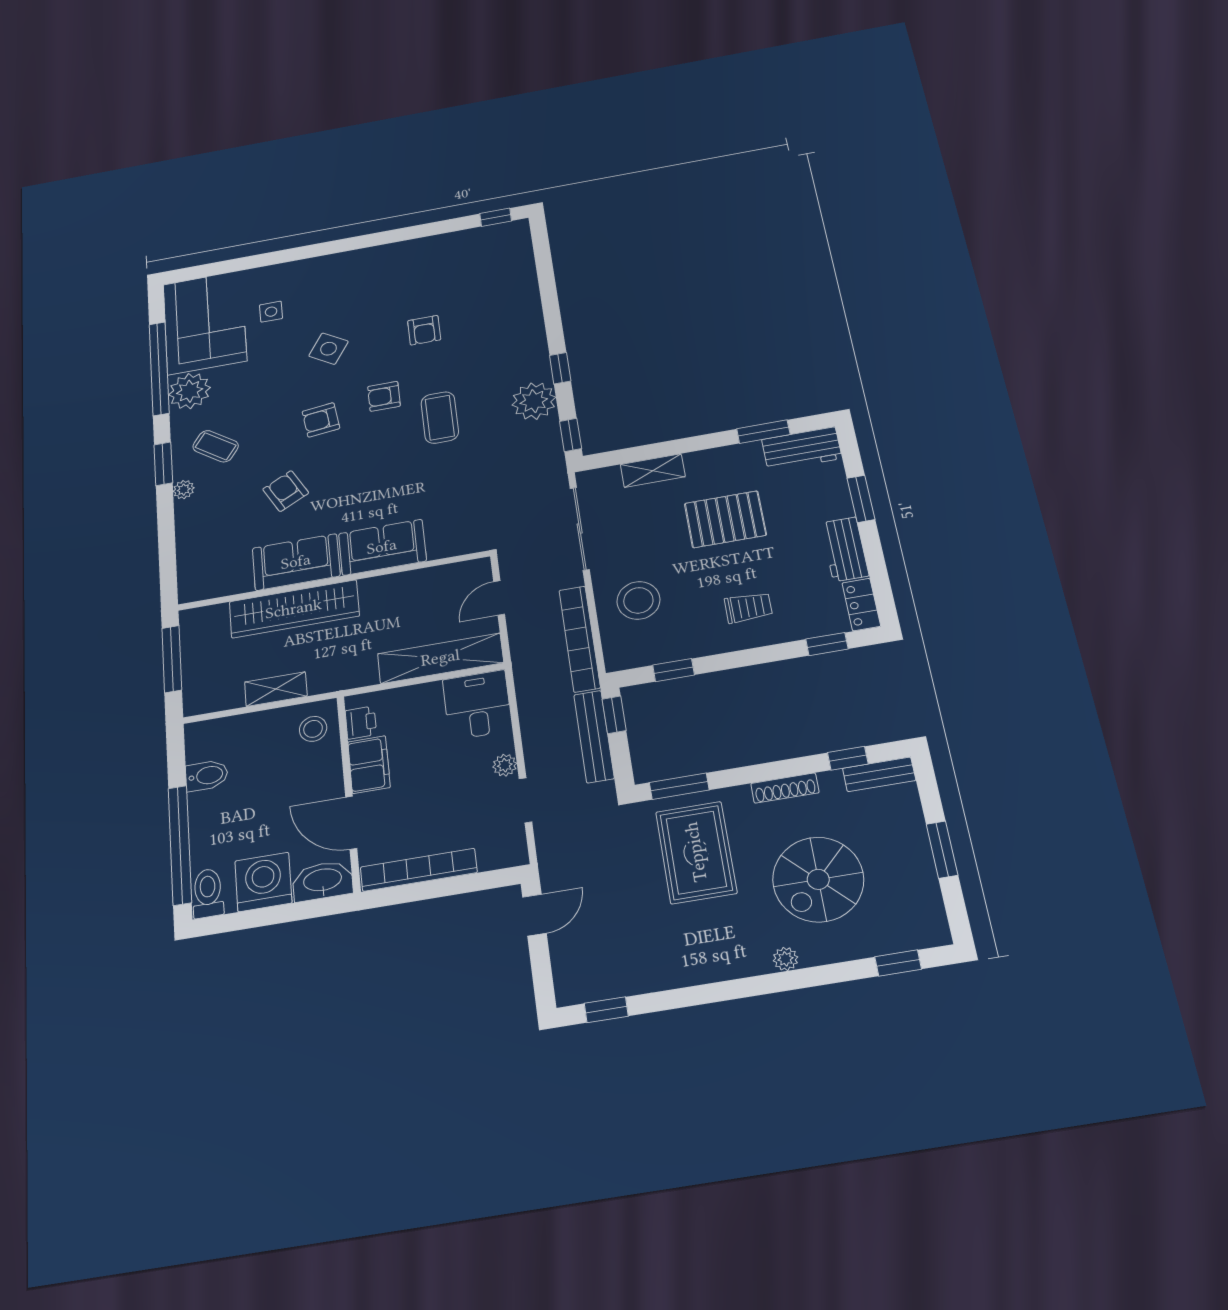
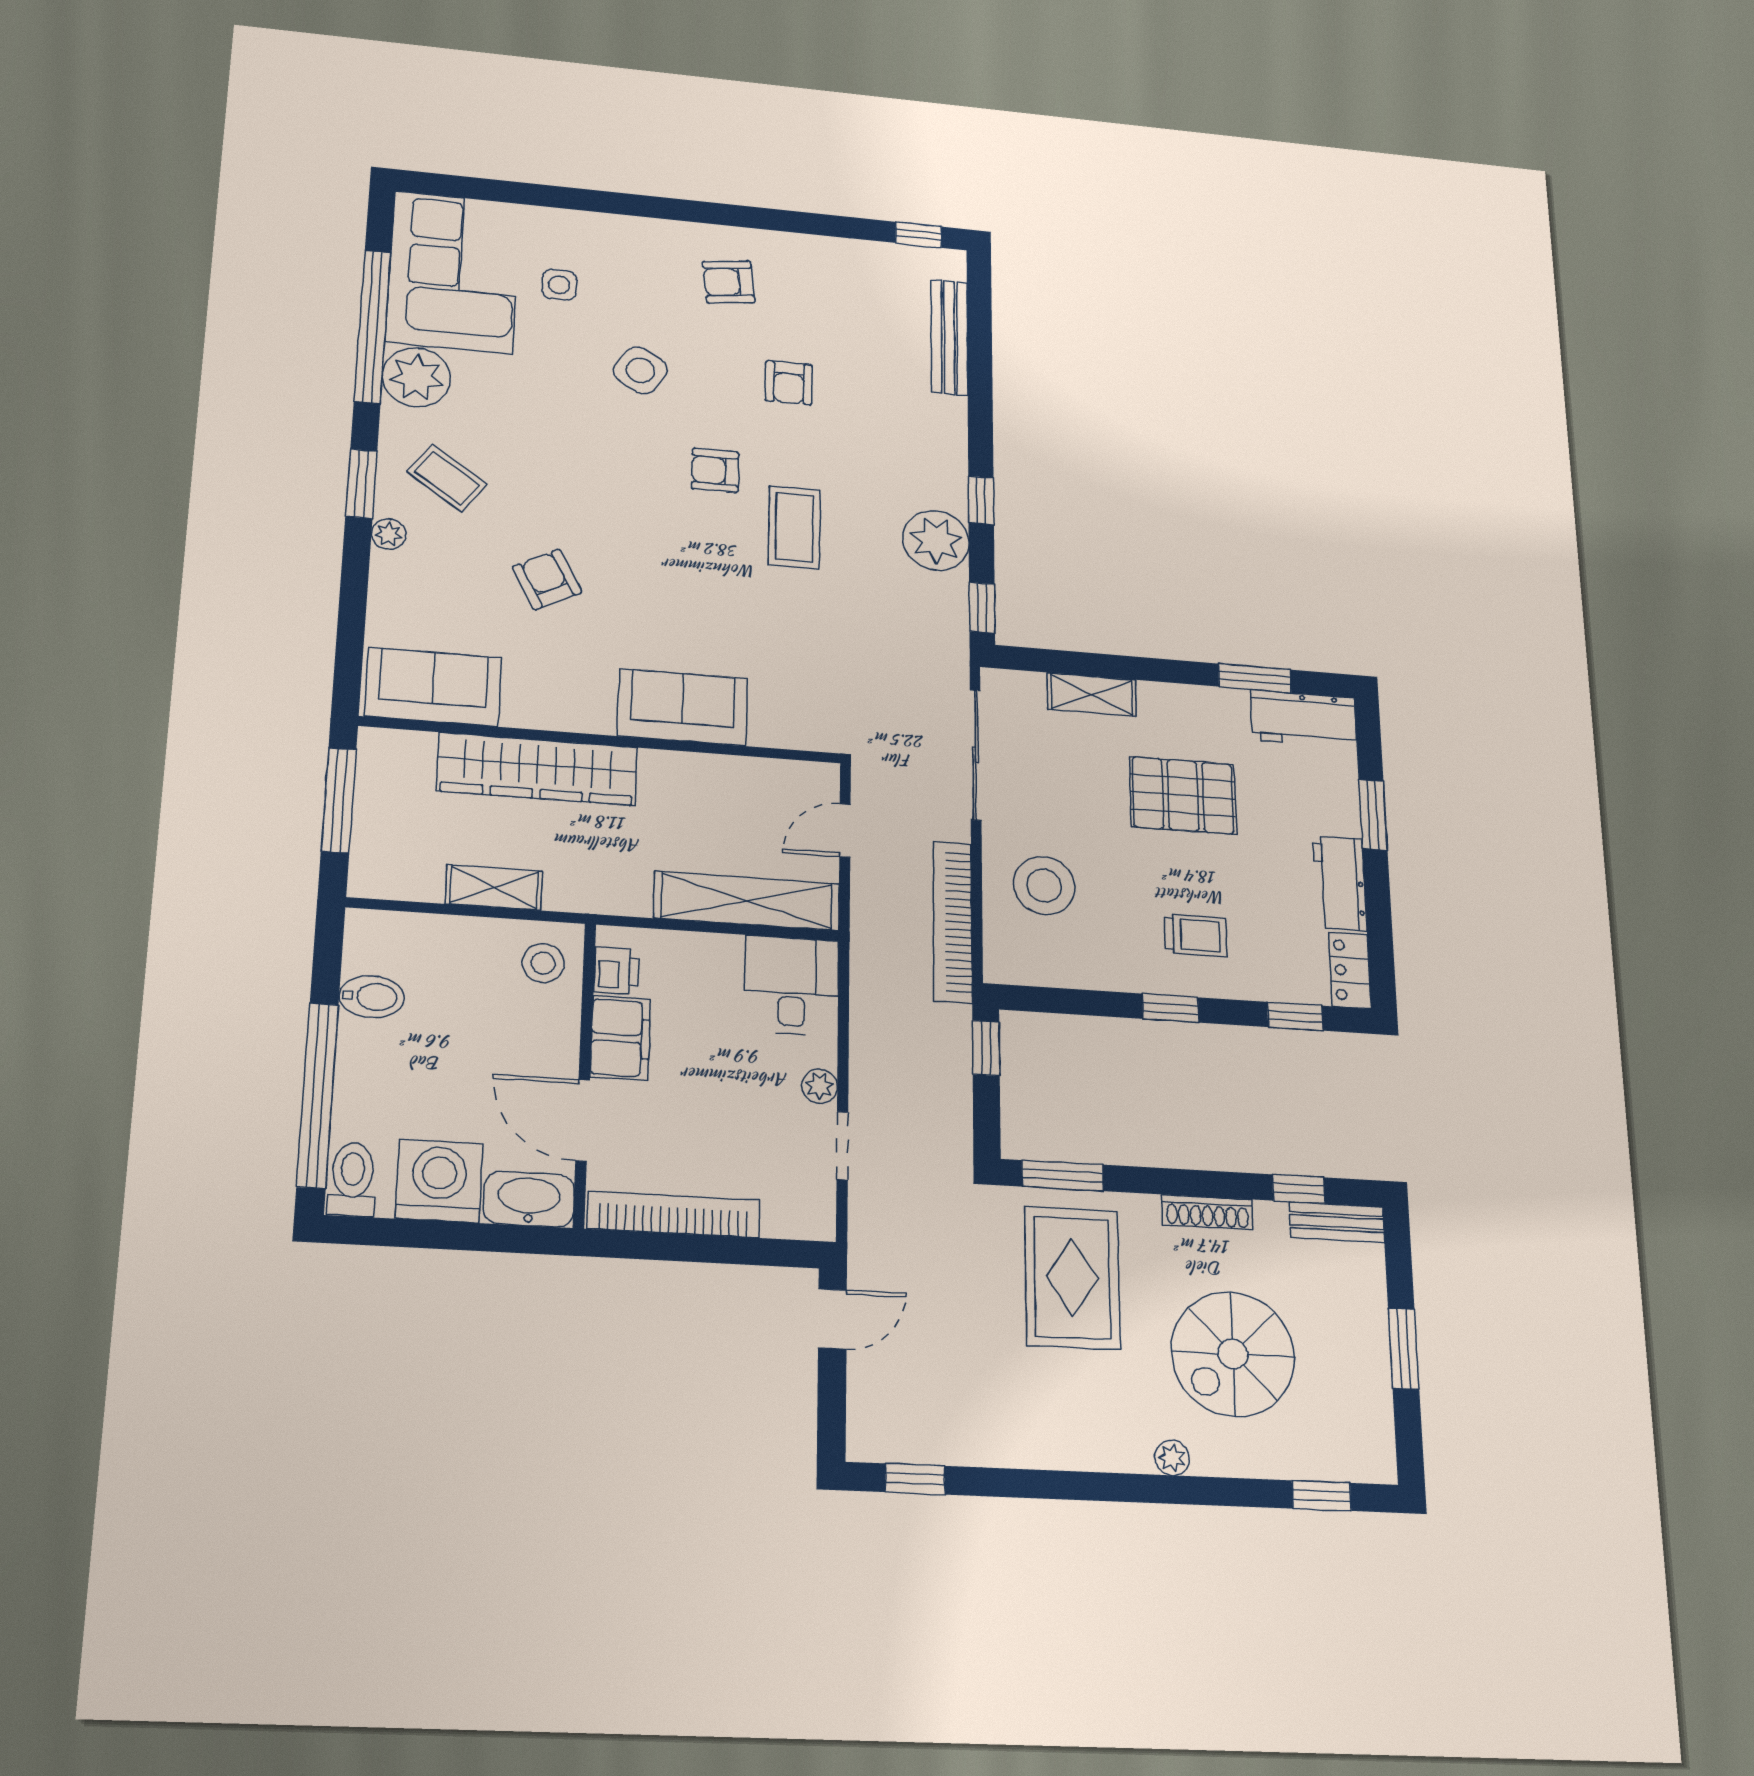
armchair: (321, 420) -> (729, 282), moved
sofa: (296, 562) -> (433, 687), moved
window: (673, 670) -> (1171, 1008), moved
bench: (594, 736) -> (949, 337), moved

